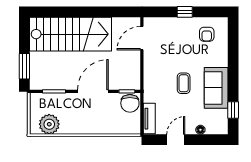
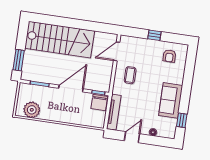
coffee table: (184, 83) -> (130, 75), moved
tv unit: (149, 119) -> (114, 112), width x1.41

